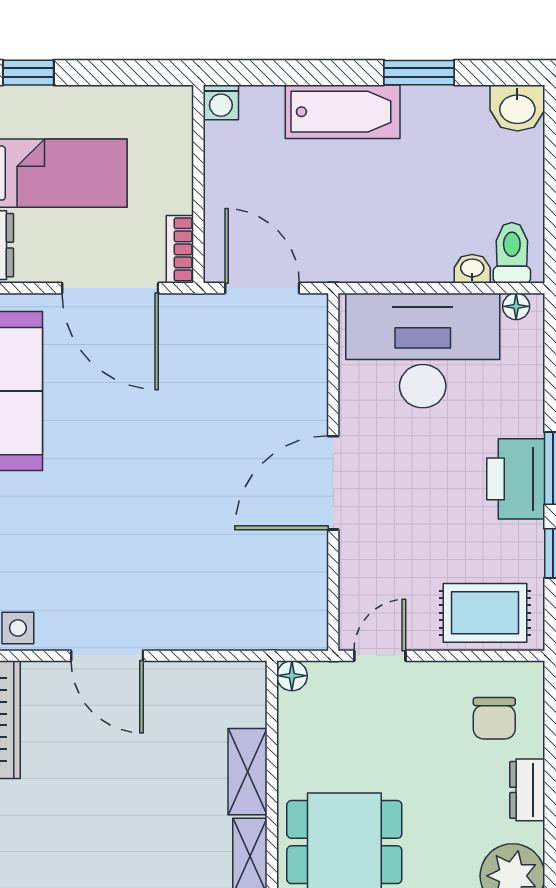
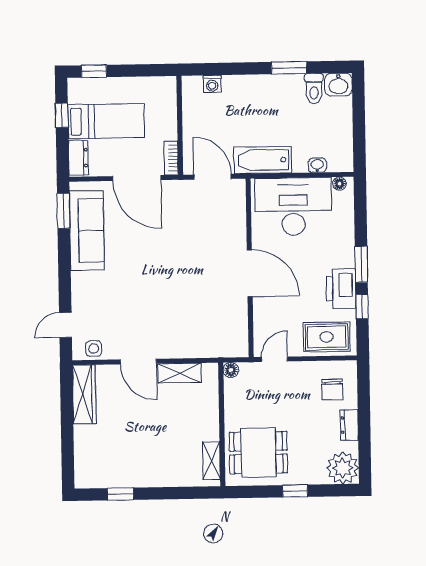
washing machine: (221, 102) -> (212, 84), moved
bathtub: (343, 112) -> (263, 160), moved, turned 180
toilet: (512, 253) -> (314, 89), moved, turned 180
printer: (516, 479) -> (341, 289), moved
door: (333, 483) -> (250, 273), swing flipped
shelving: (248, 772) -> (180, 373), moved, turned 90

